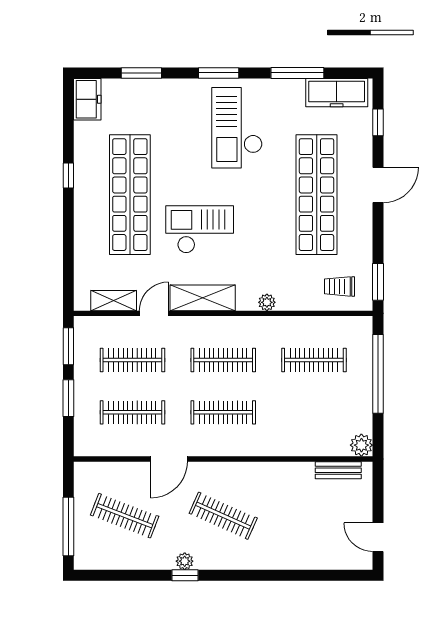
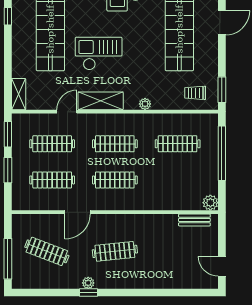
shelving: (114, 301) -> (19, 94), moved, turned 90
clothes rail: (223, 516) -> (115, 251), turned -30

